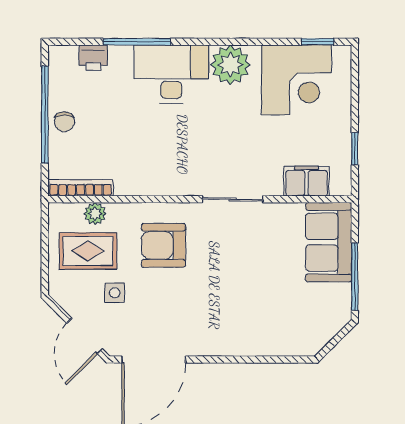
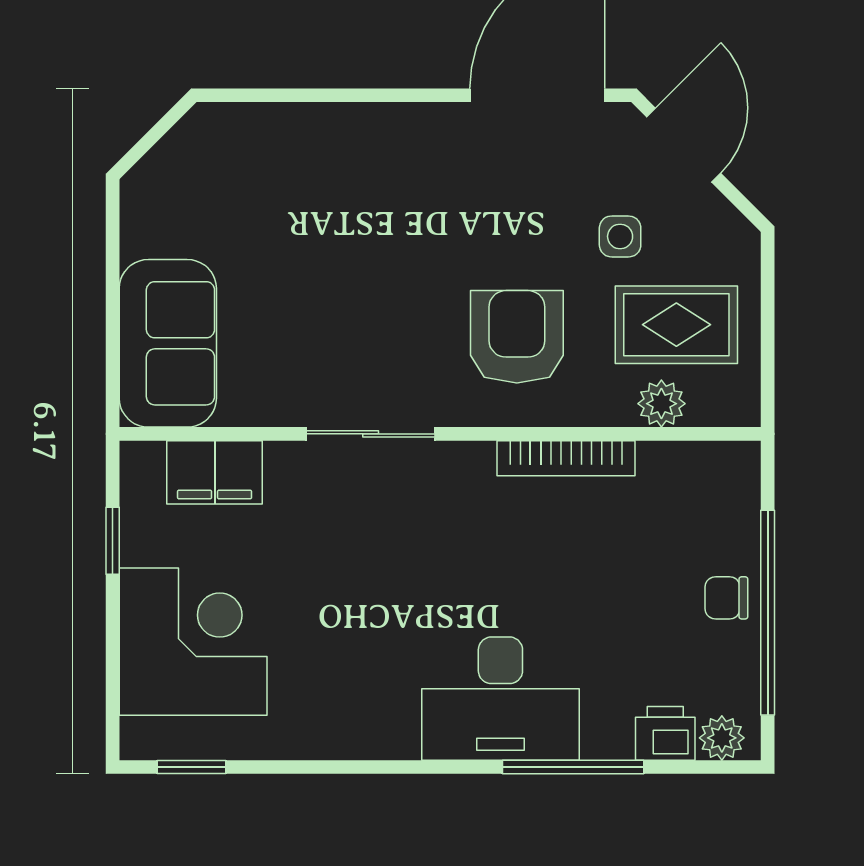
plant: (230, 65) -> (722, 738), moved, width x0.53, depth x0.53
corner desk: (296, 80) -> (193, 642), moved, turned 90
chair: (64, 122) -> (726, 598), turned -90
bookcase: (81, 188) -> (566, 458), moved
armchair: (163, 245) -> (517, 337), turned -90
window: (355, 277) -> (113, 271), removed

